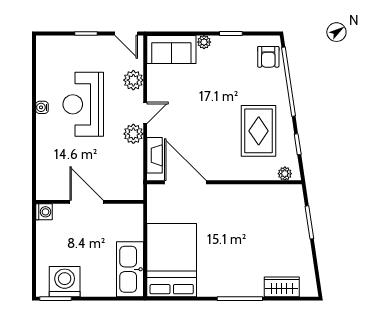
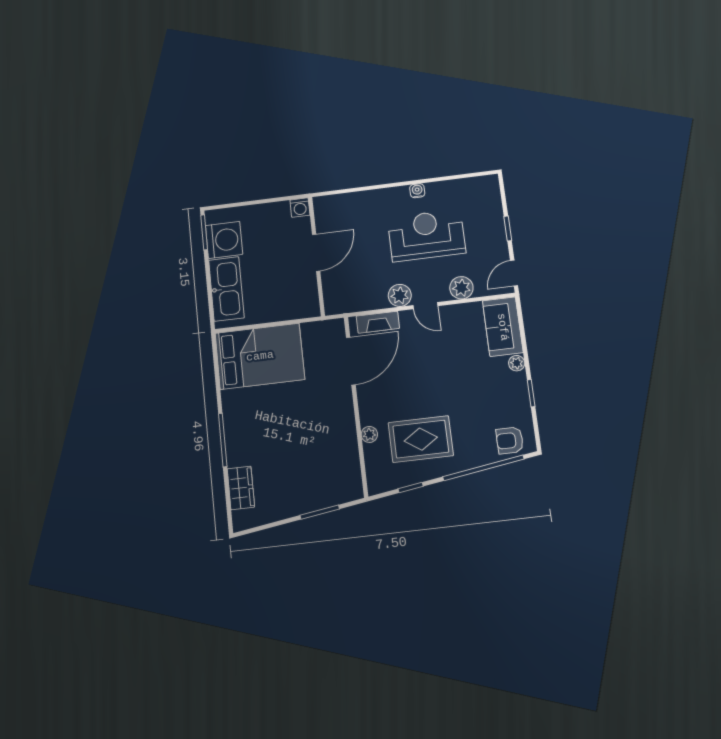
plant: (285, 174) -> (369, 434), moved
kitchen sink: (130, 269) -> (226, 289), moved, turned 90

